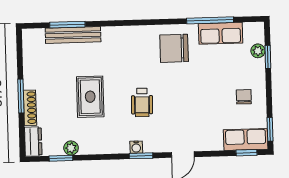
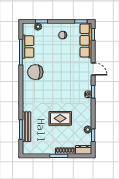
chair: (174, 48) -> (35, 72), turned 90
wheelchair: (142, 102) -> (64, 90), removed
row of seats: (246, 139) -> (86, 40), width x1.48

